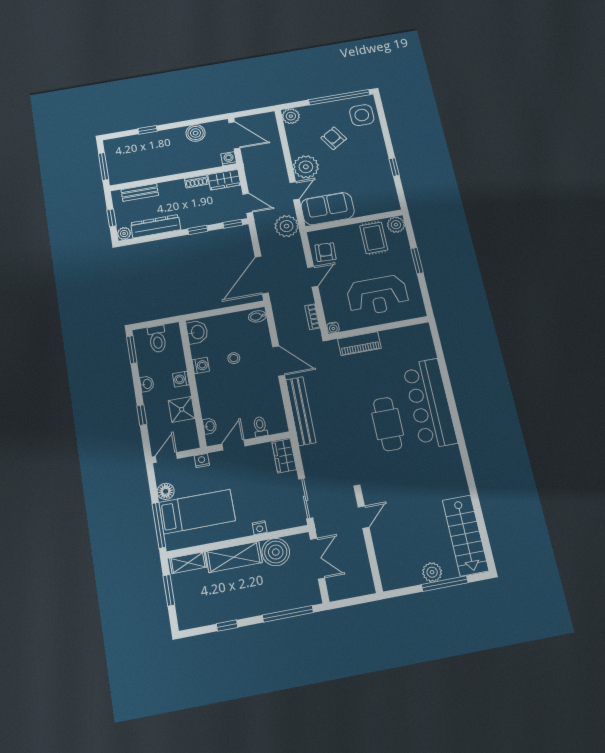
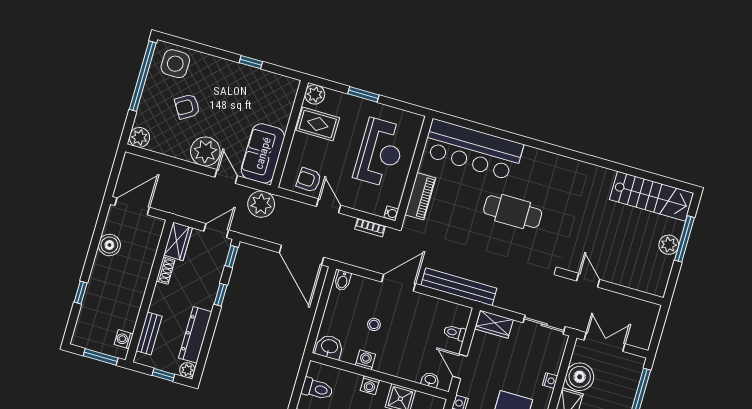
washing machine: (229, 159) -> (124, 339), moved
bar counter: (430, 404) -> (473, 150), moved

